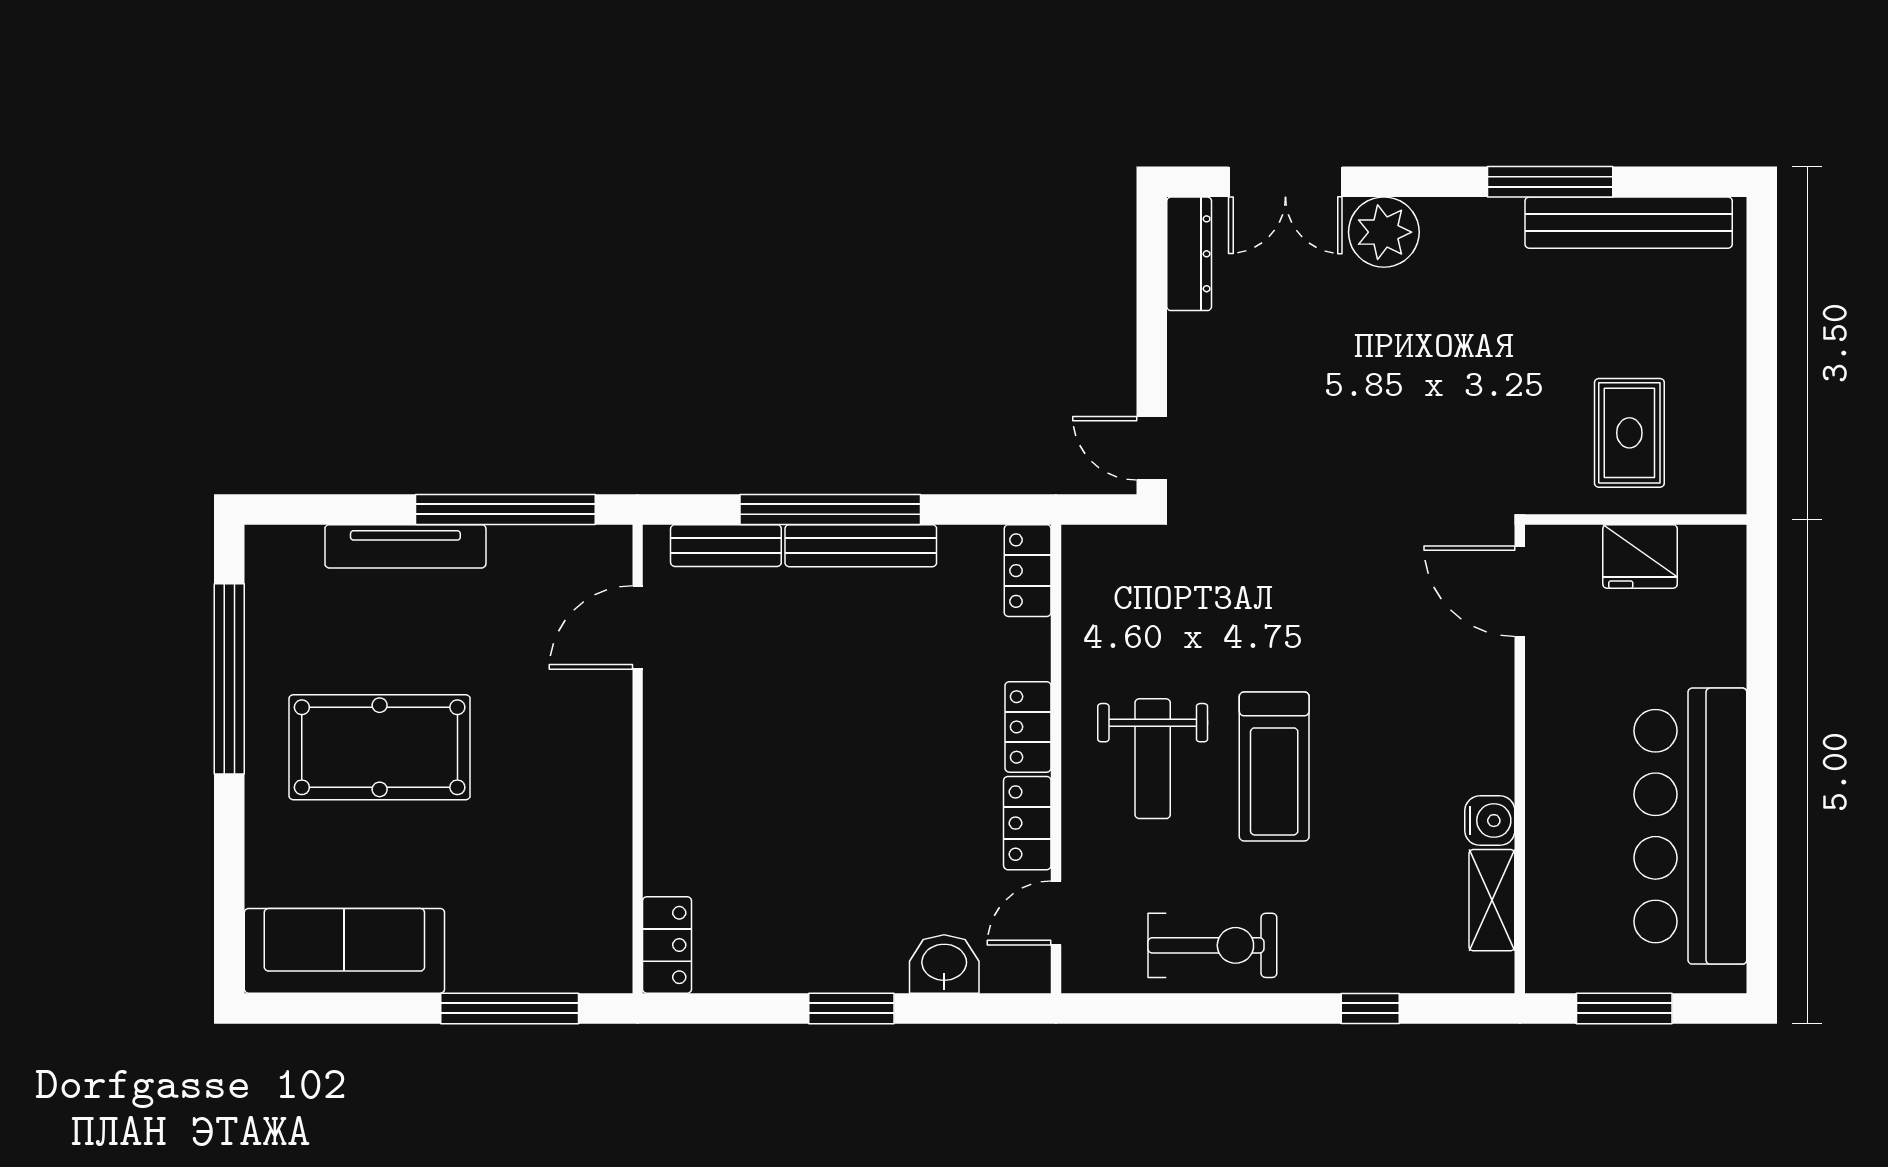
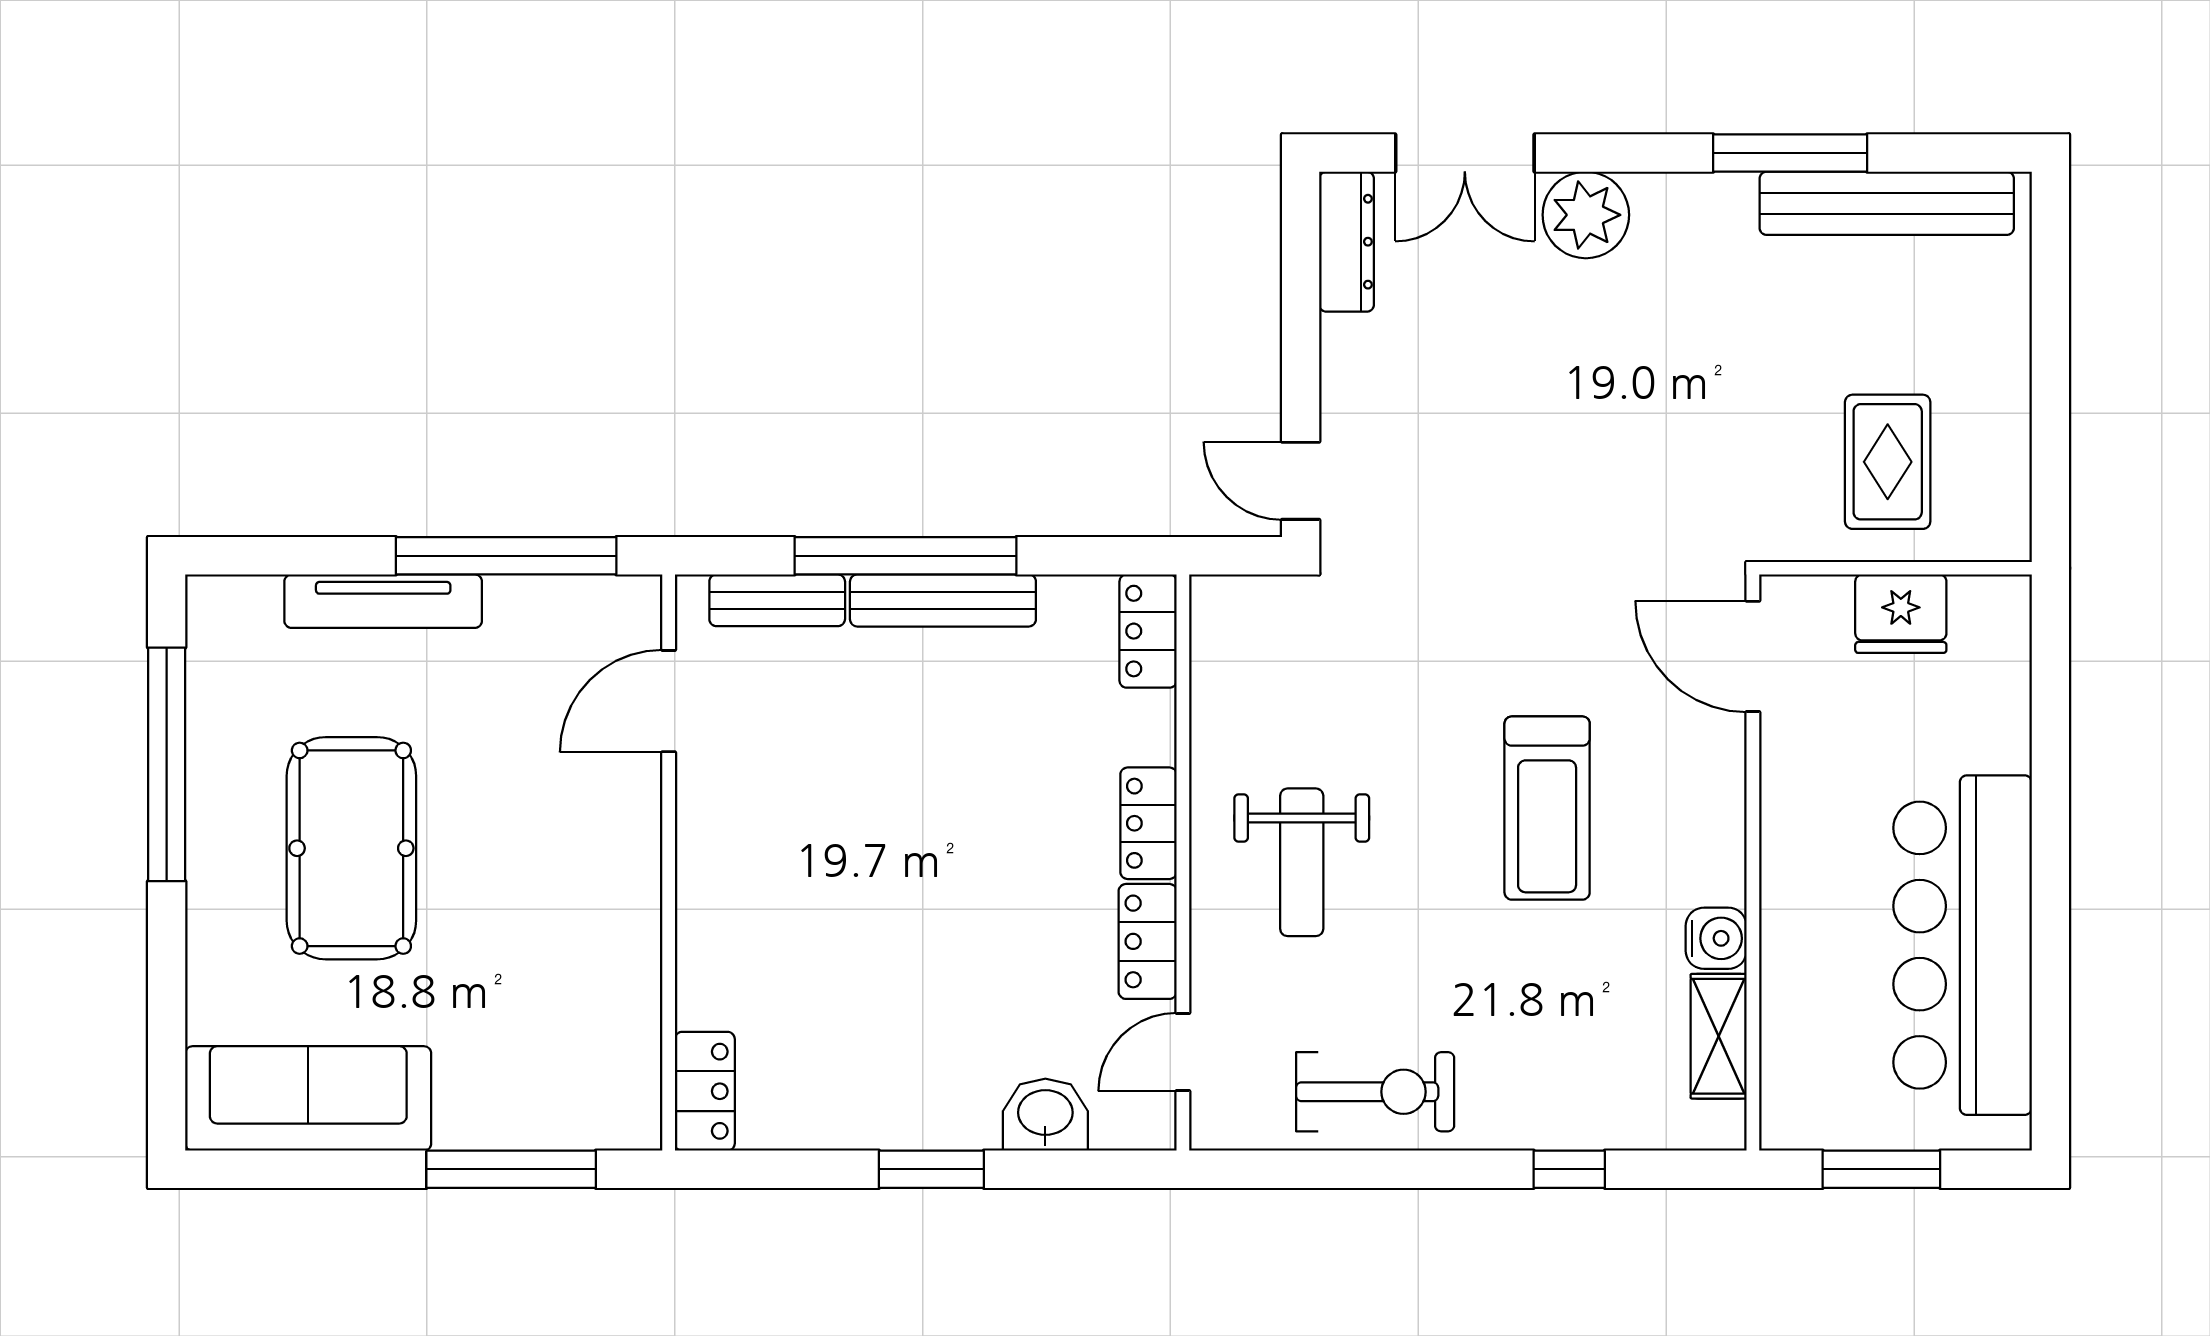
pool table: (380, 747) -> (351, 848), turned 90
treadmill: (1274, 767) -> (1547, 808), moved

